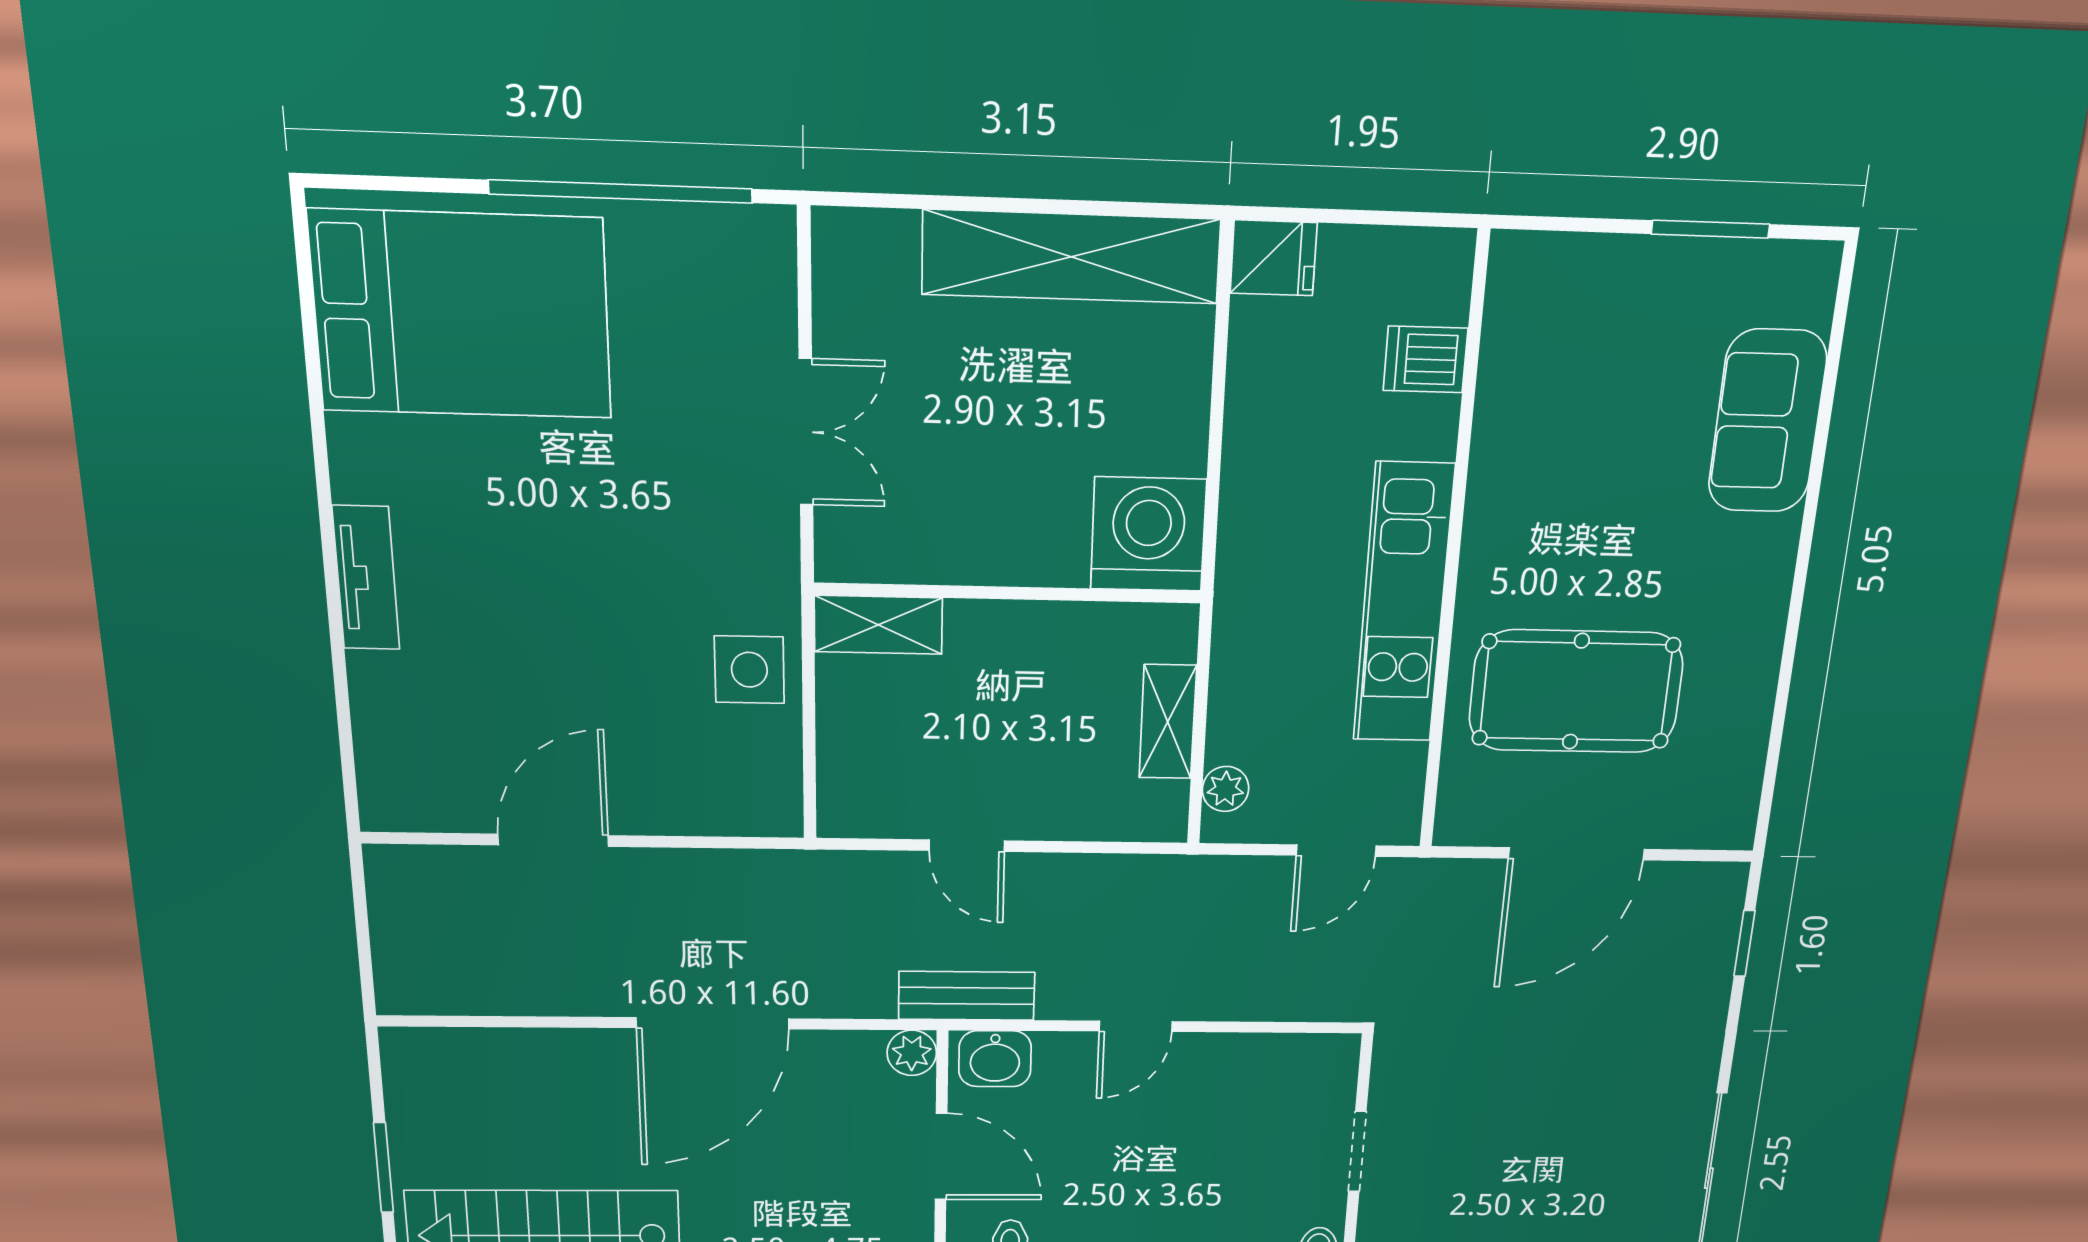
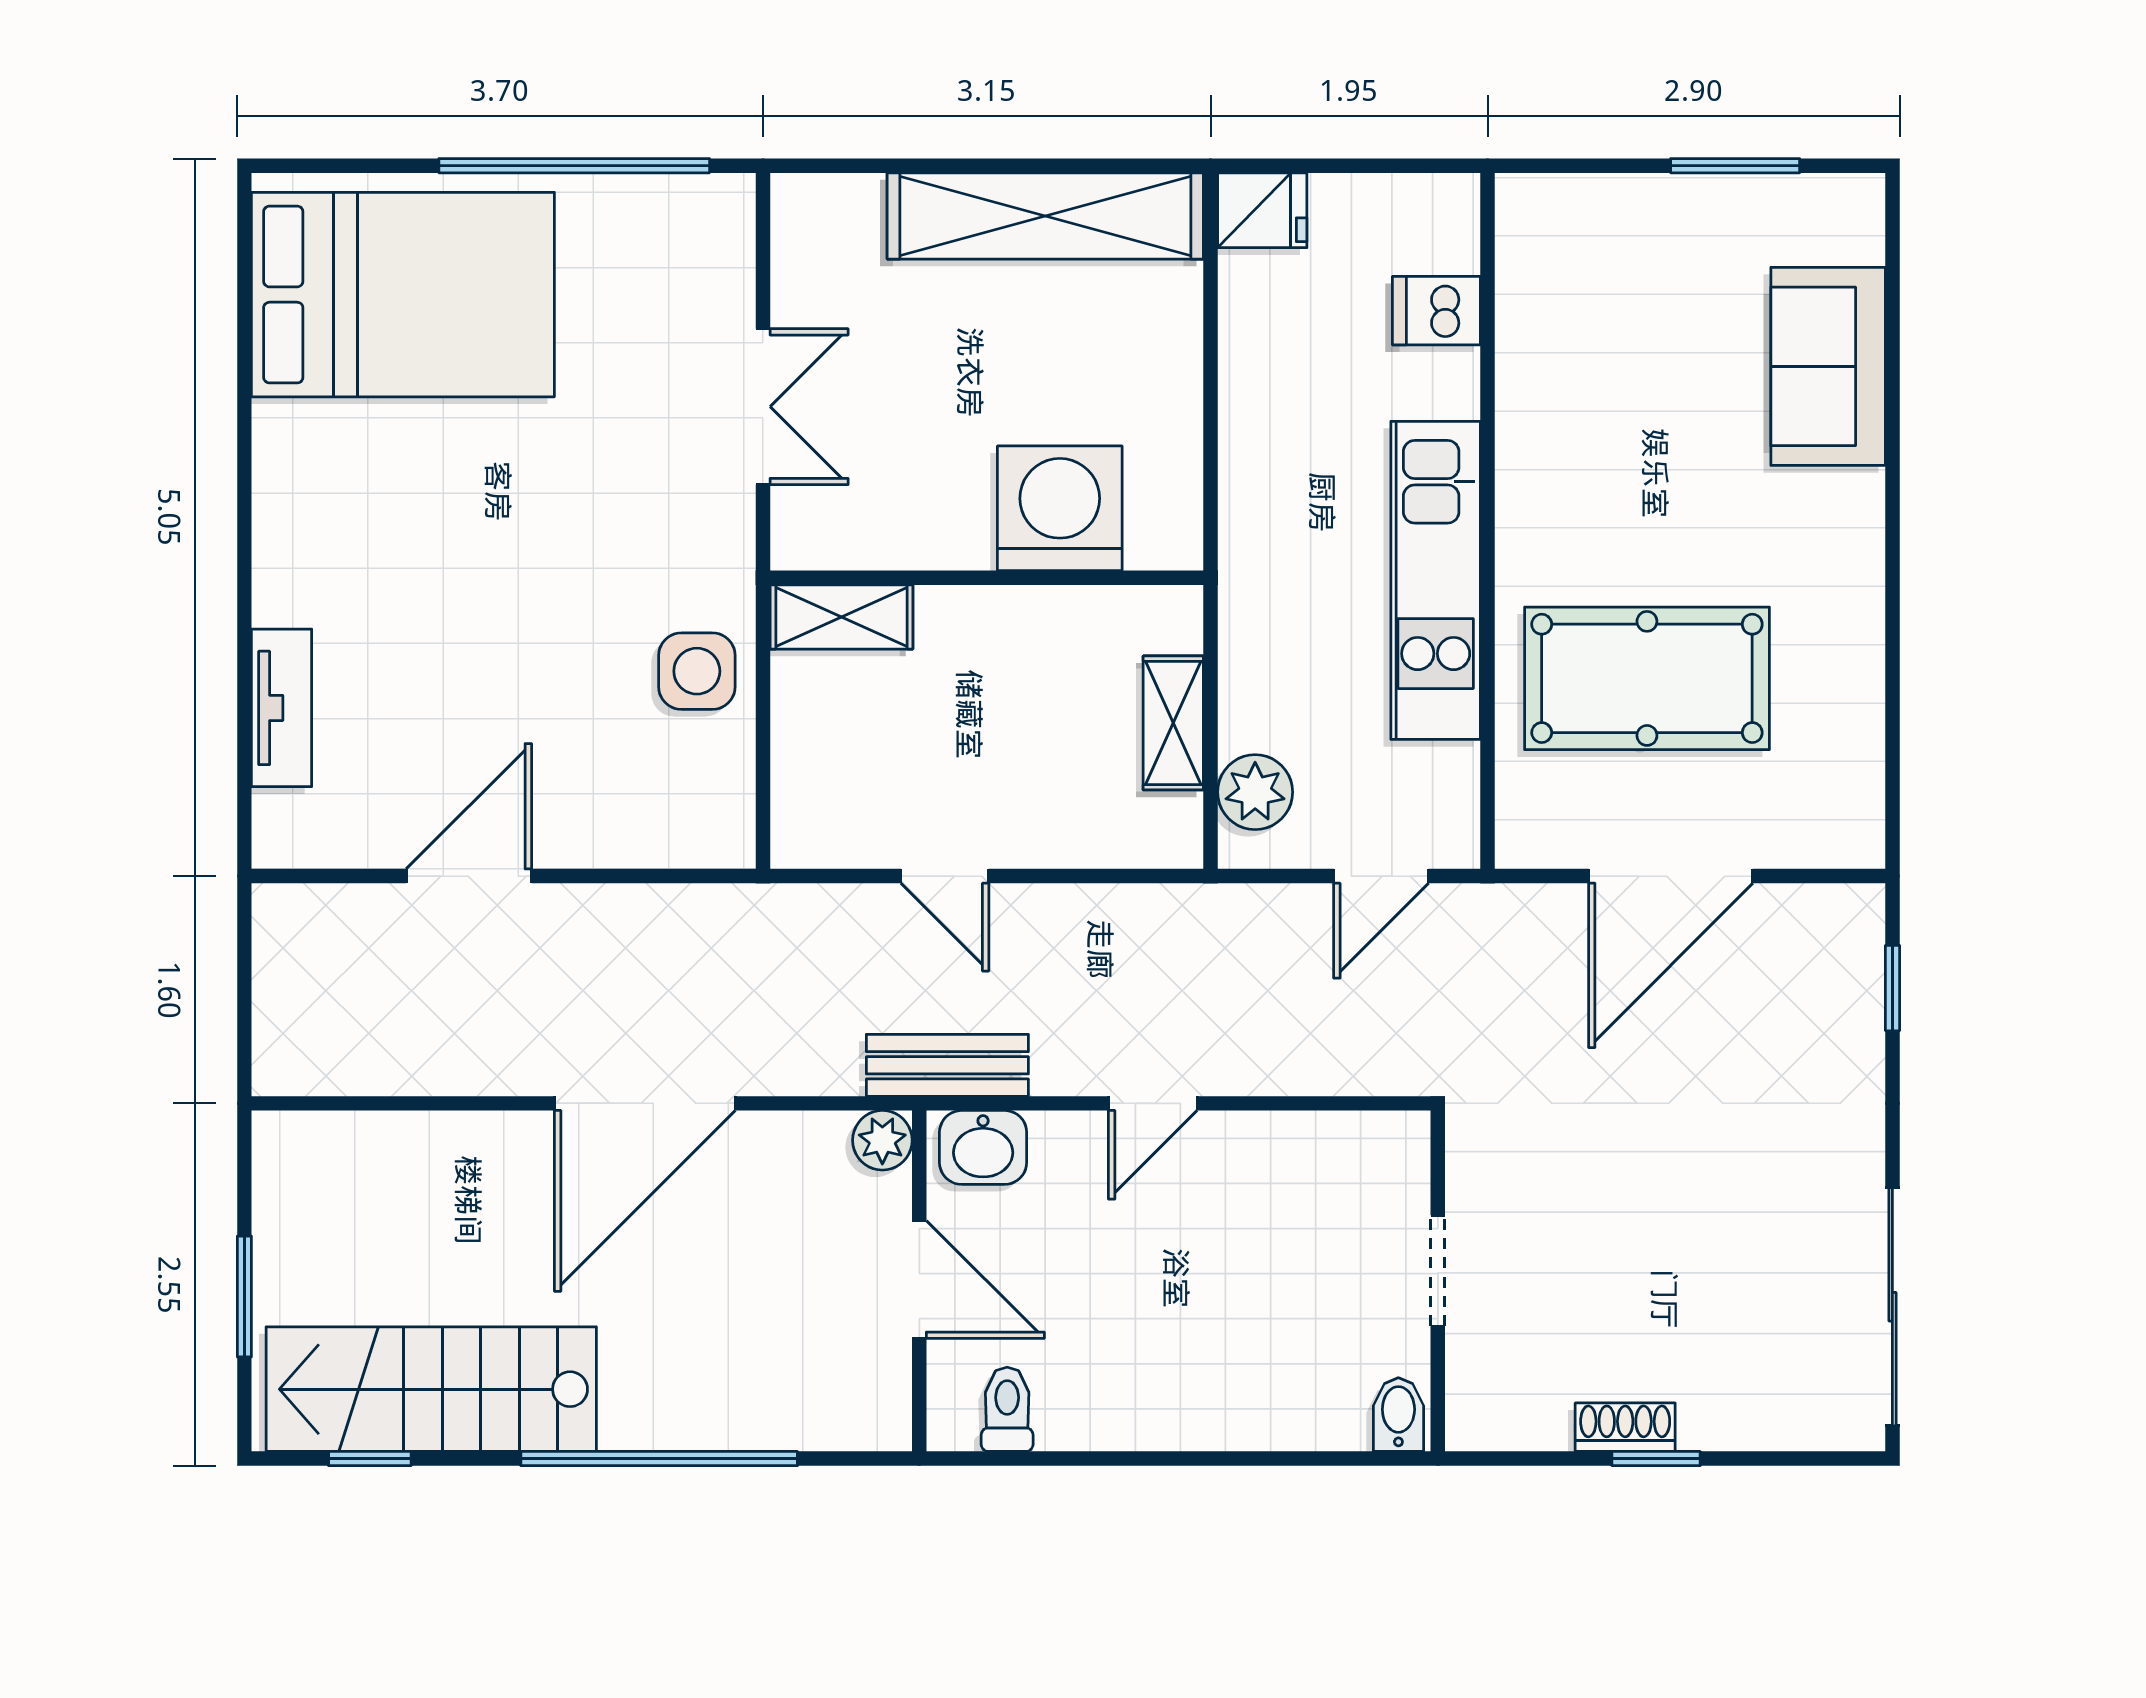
washing machine: (1148, 534) -> (1060, 508), moved
tv unit: (366, 578) -> (282, 708), moved
plant: (1226, 789) -> (1255, 792), width x1.38, depth x1.38

